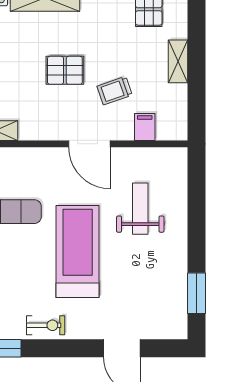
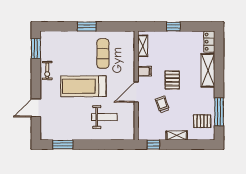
window: (196, 109) -> (153, 145), added
filing cabinet: (145, 127) -> (144, 71), moved
treadmill: (78, 252) -> (83, 86), turned 180

